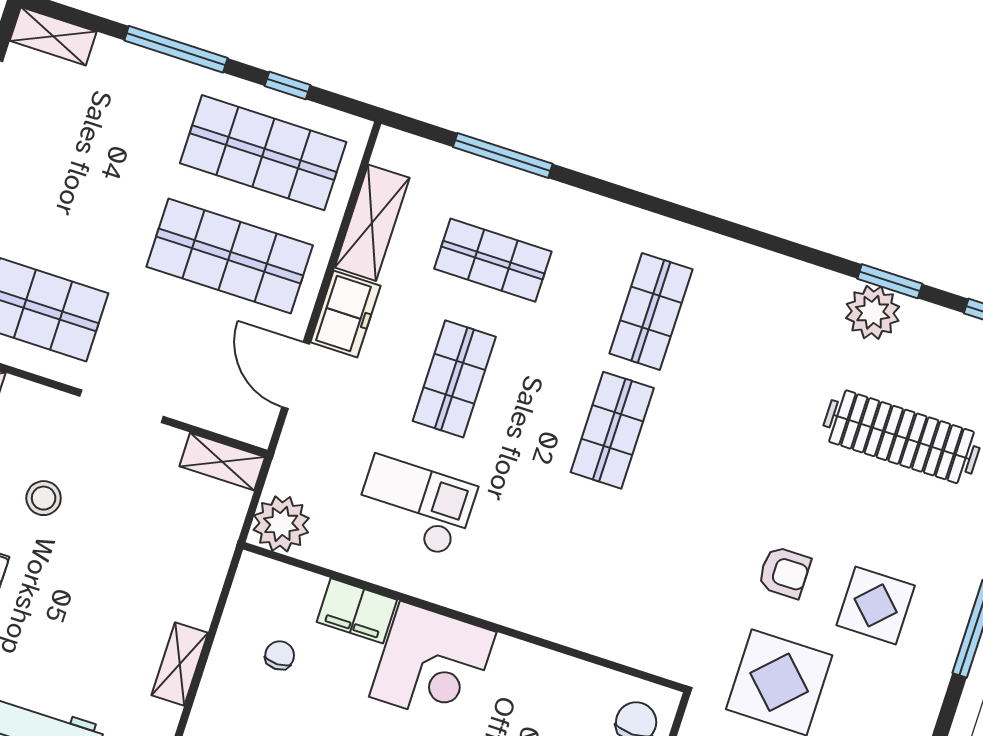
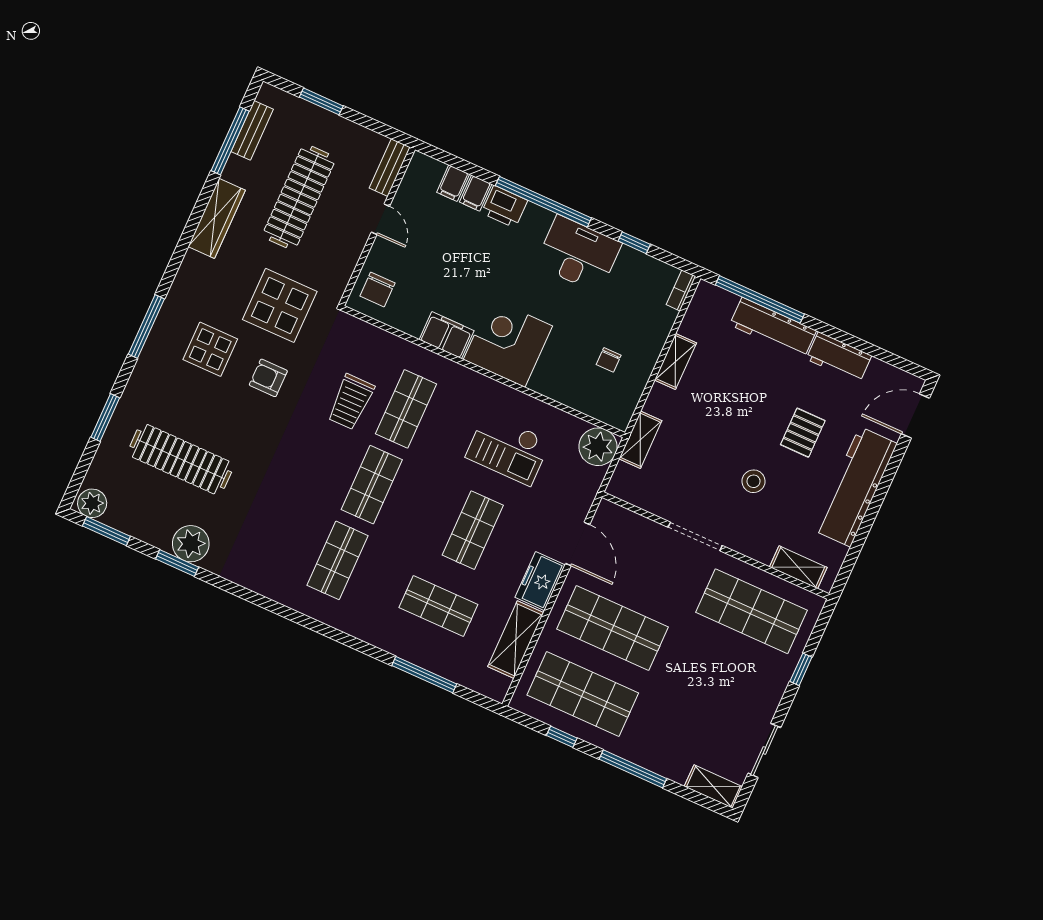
shelving: (222, 462) -> (640, 440), moved, turned 90
shop shelf: (574, 549) -> (406, 409), added
trolley: (657, 550) -> (351, 402), added
filing cabinet: (357, 611) -> (447, 335), moved

